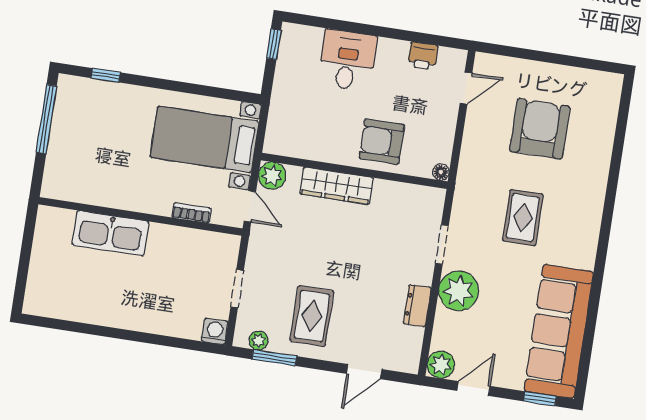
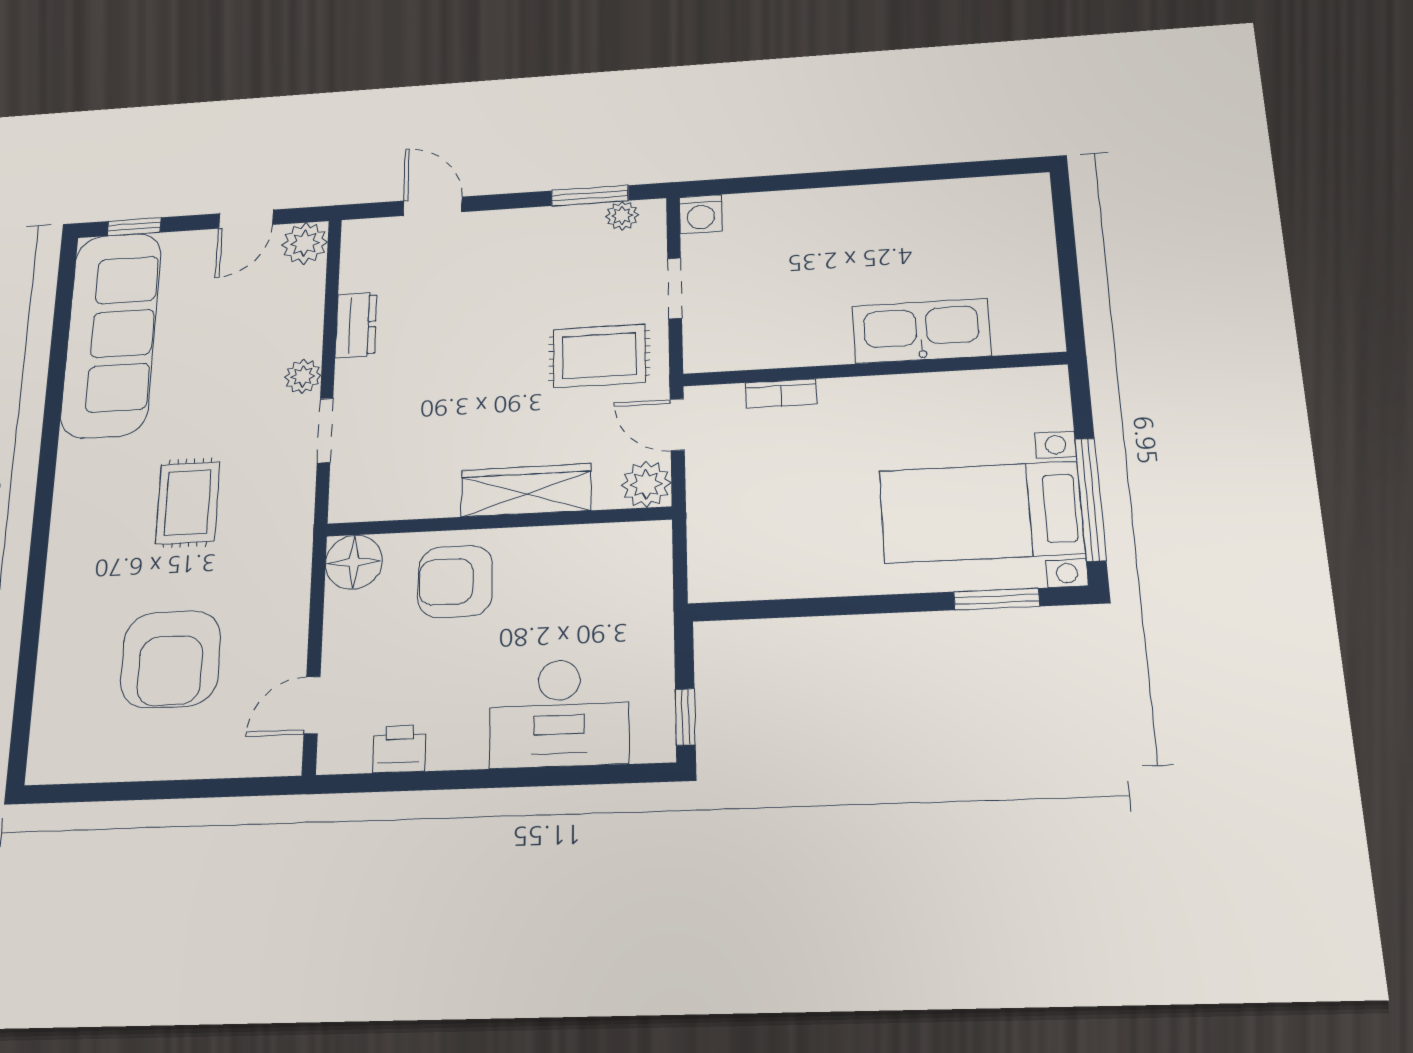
desk: (347, 60) -> (559, 713), width x1.37
window: (106, 75) -> (997, 599), width x1.50
bed with nightstands: (205, 139) -> (981, 512), moved, turned 180
armchair: (382, 142) -> (455, 581), turned 180
floor lamp: (441, 172) -> (354, 562), width x1.89, depth x1.89
plant: (459, 291) -> (303, 376), width x0.53, depth x0.53
rug: (312, 316) -> (599, 356), moved, turned 90
door: (364, 372) -> (433, 206), hinge flipped

